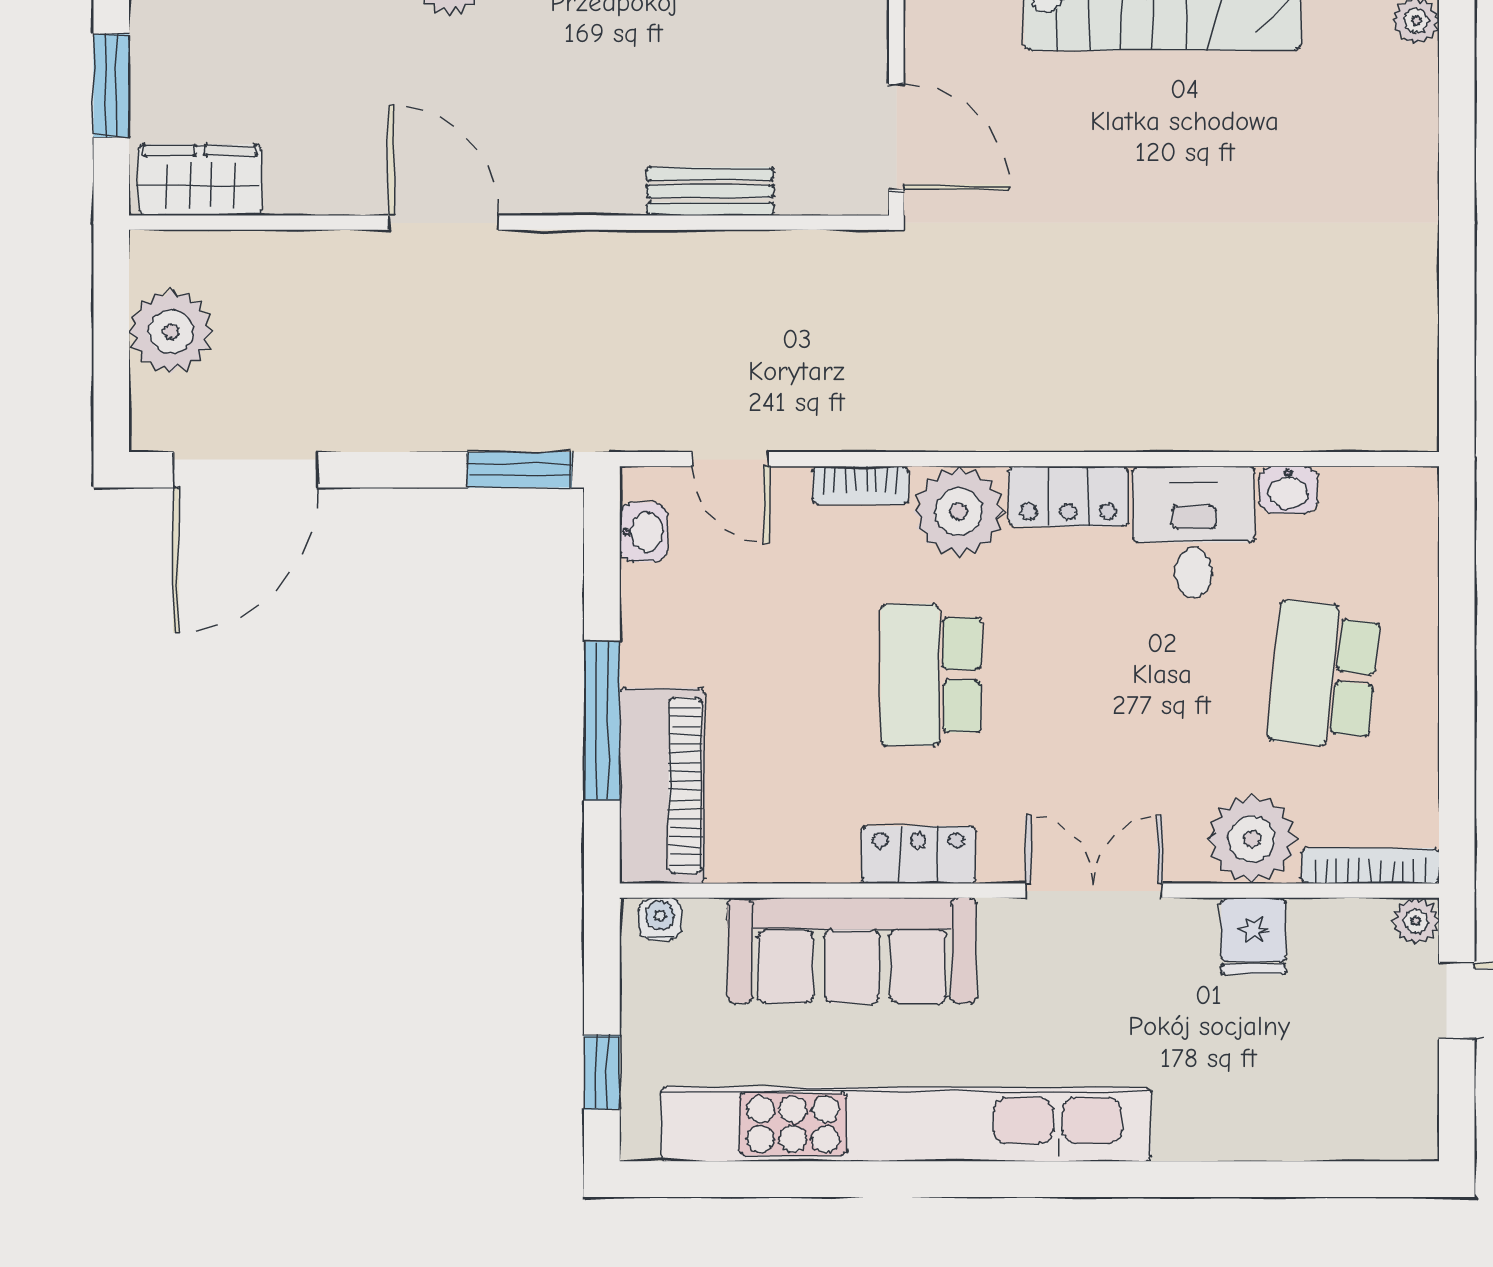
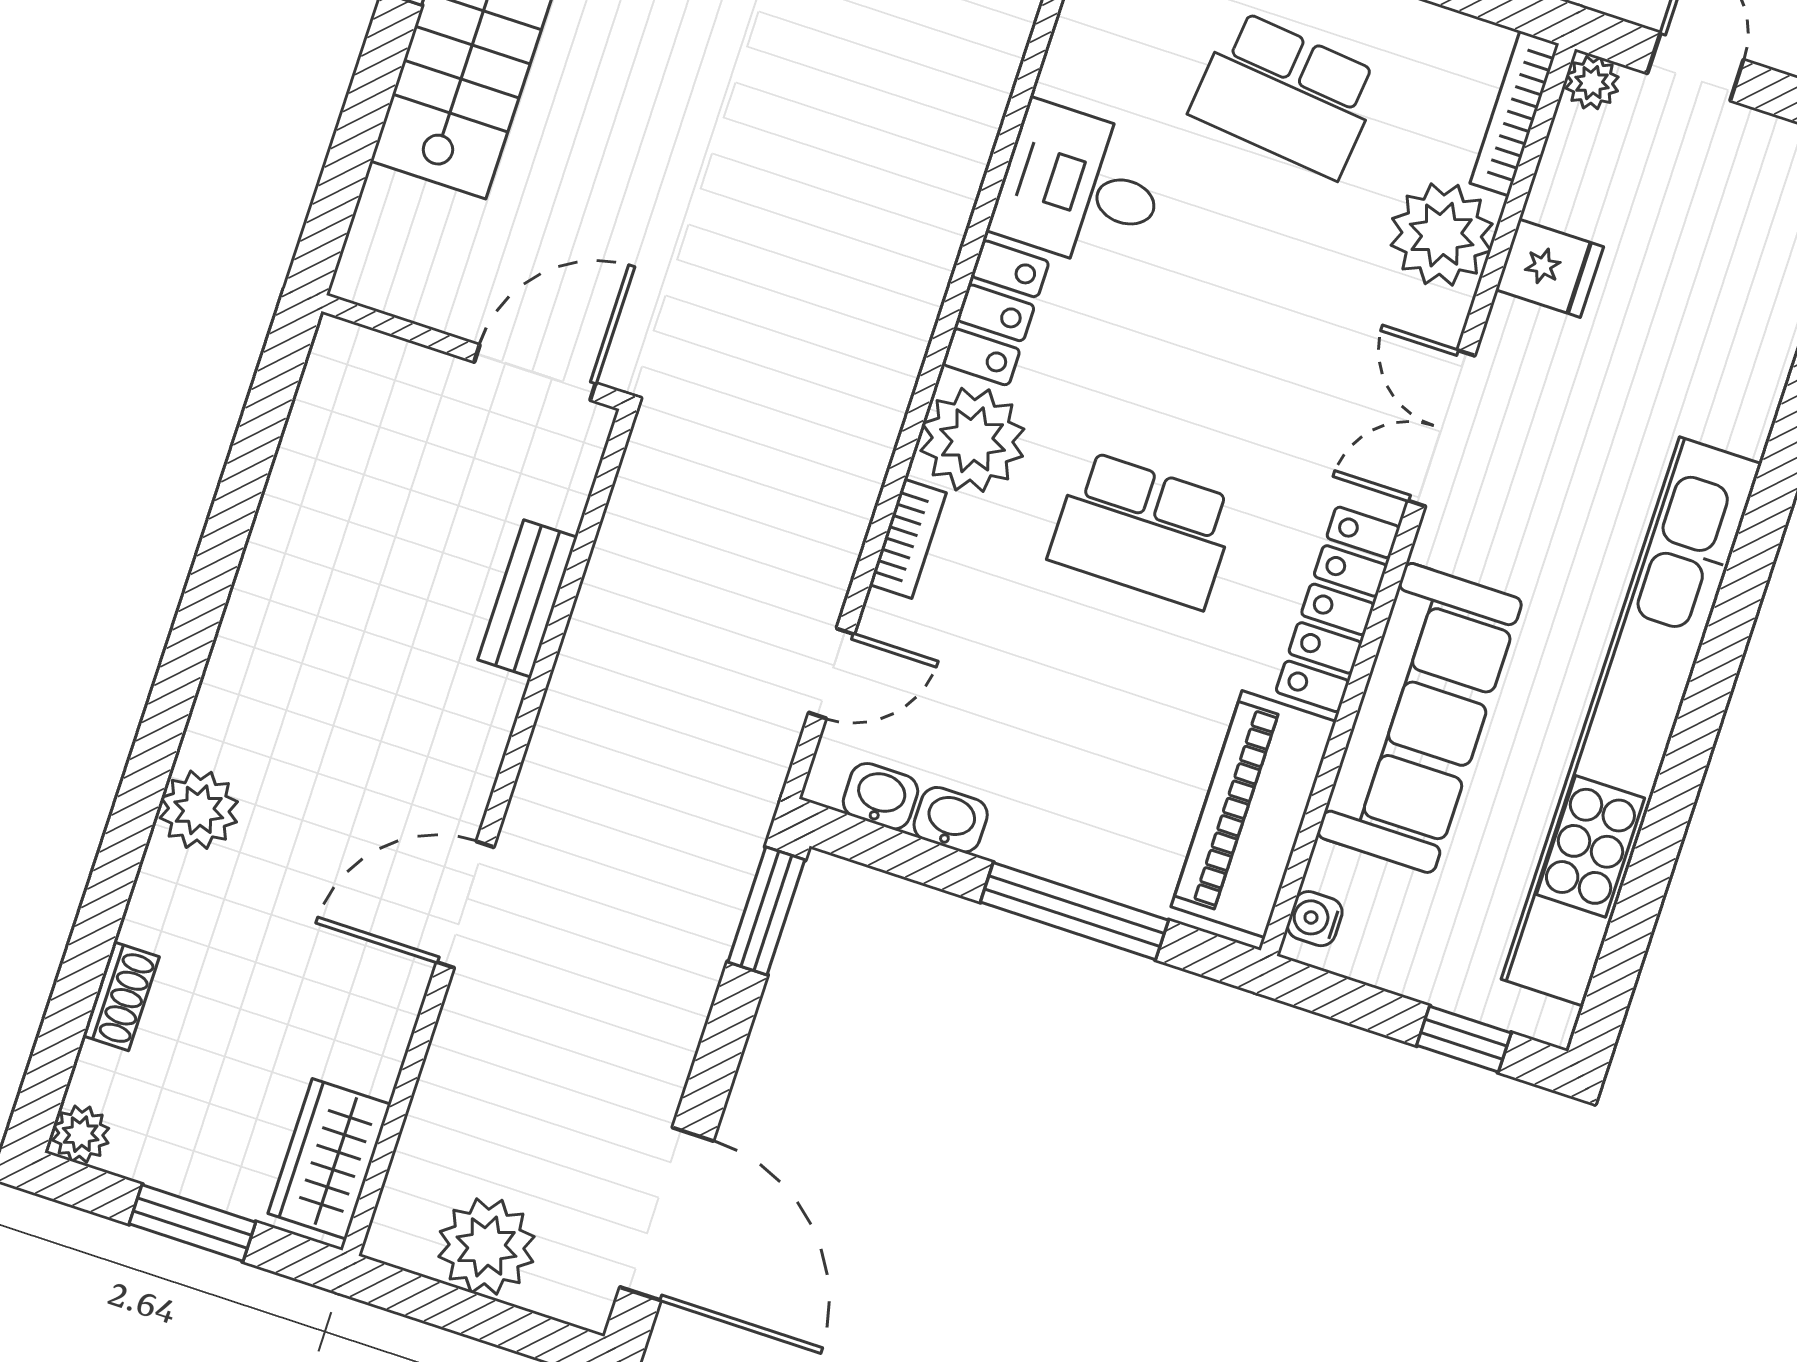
washbasin: (1288, 490) -> (951, 820), moved, turned -90
piano: (662, 786) -> (1254, 814), moved, turned -90
locker: (918, 855) -> (1338, 609), width x1.53

